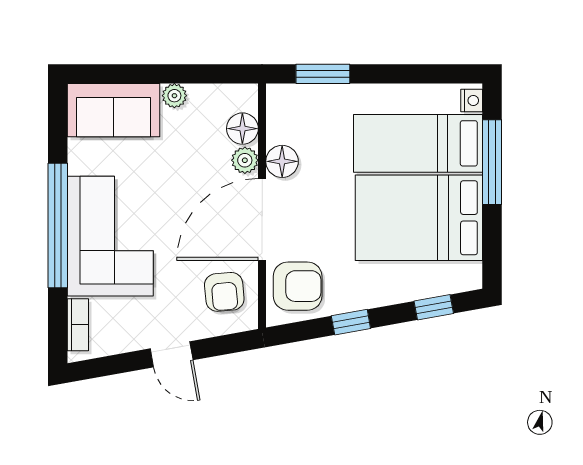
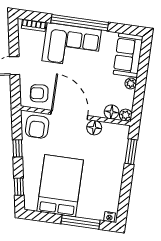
bed: (418, 143) -> (94, 190), removed
plant: (245, 160) -> (126, 115), moved

